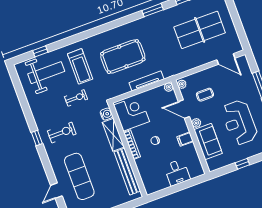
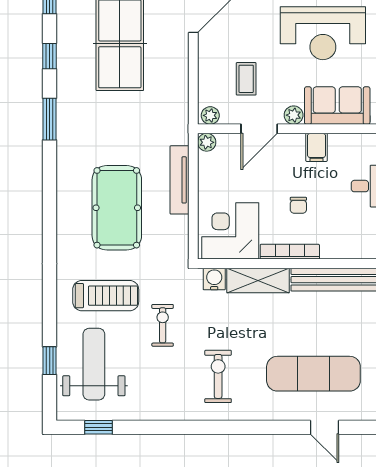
window: (37, 138) -> (99, 427), moved

